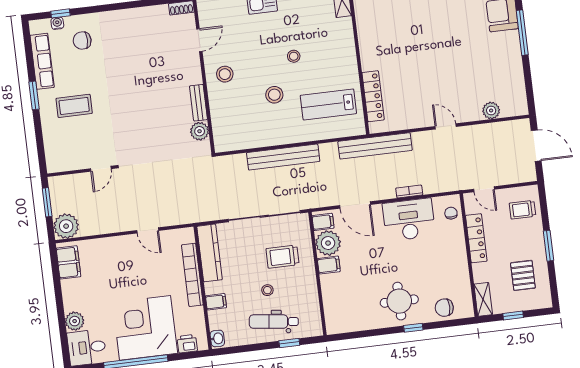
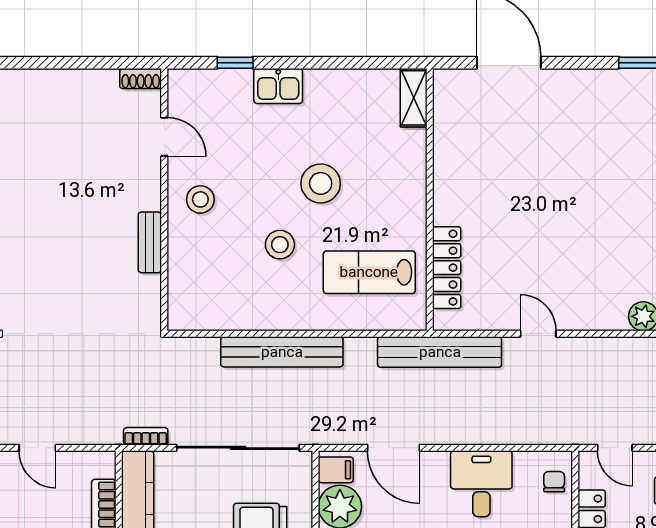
door: (199, 40) -> (164, 137), hinge flipped
stool: (294, 56) -> (321, 183), width x1.89, depth x1.89
door: (446, 126) -> (538, 334), moved
plant: (200, 131) -> (146, 291), removed
bookcase: (409, 191) -> (146, 436), moved
desk: (409, 220) -> (481, 484), width x0.73

